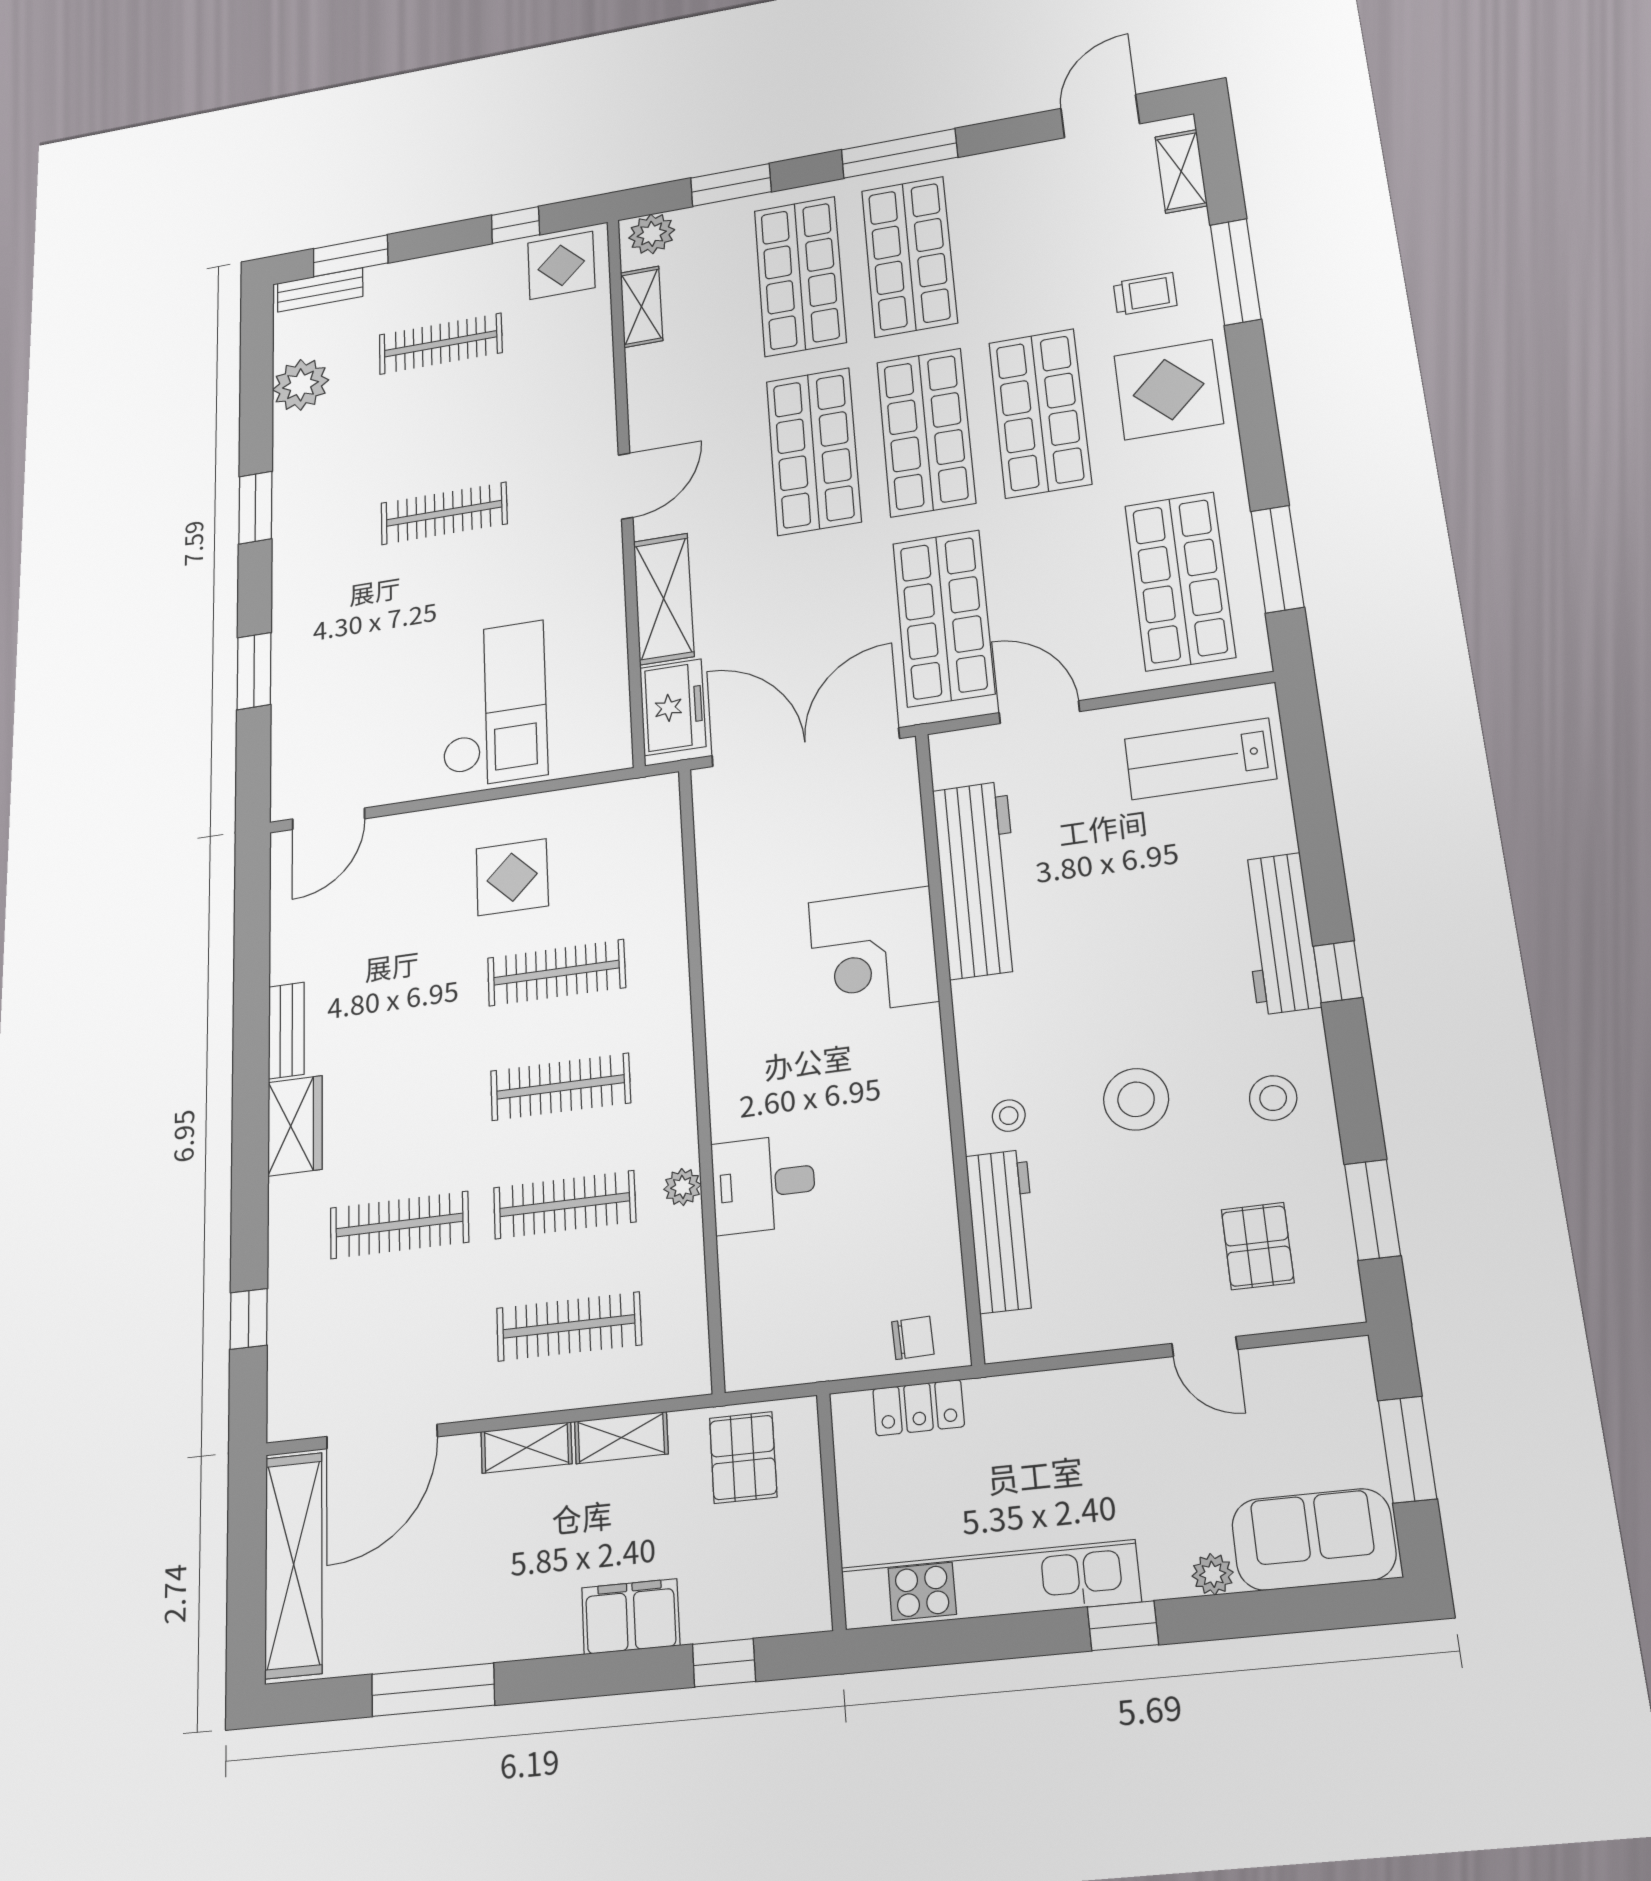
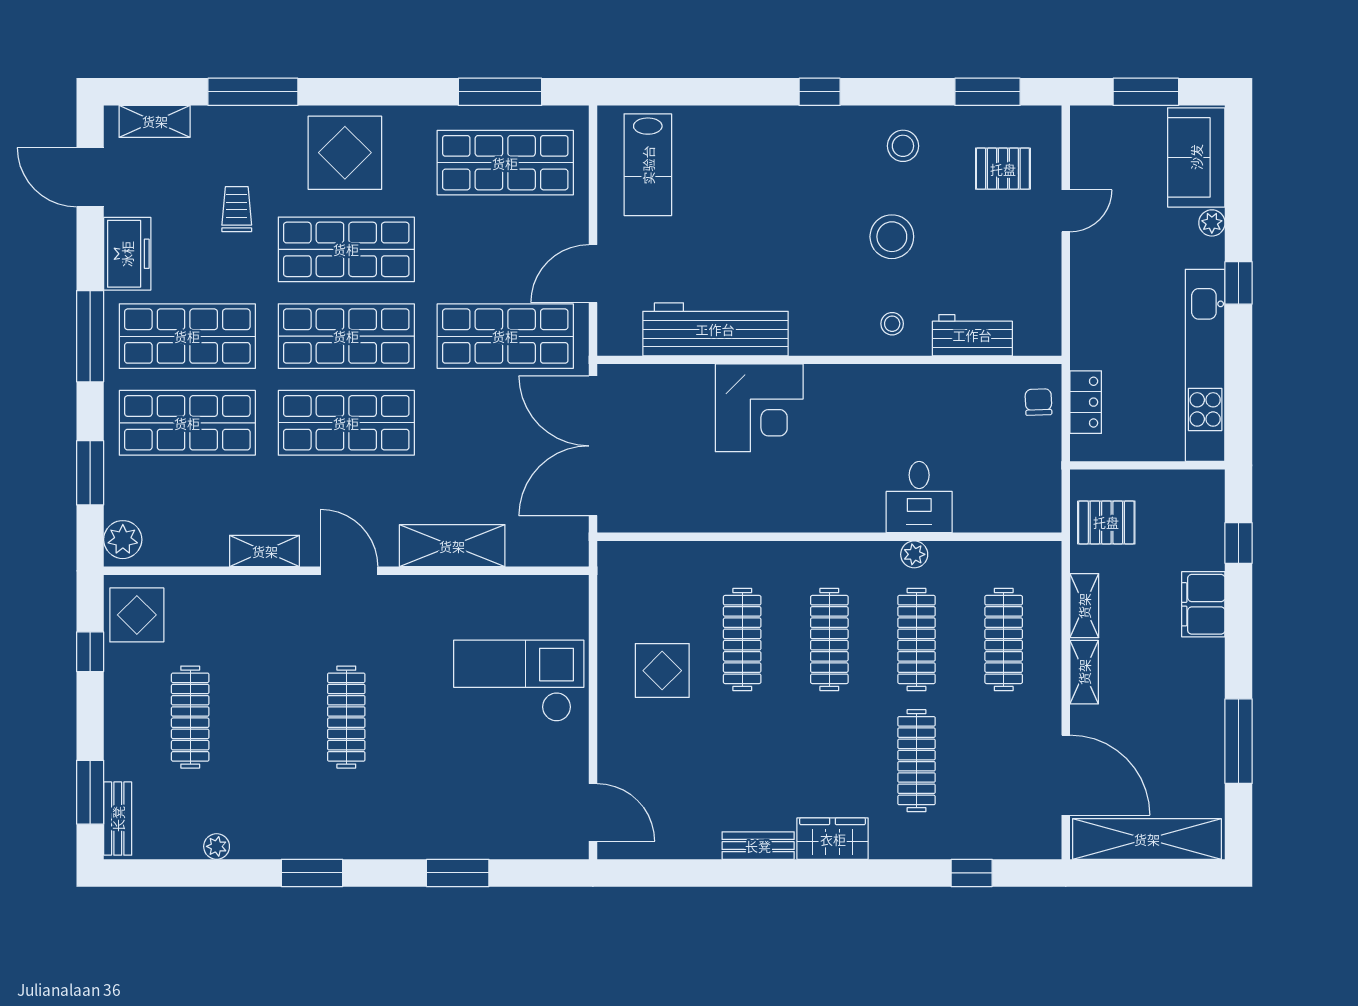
trolley: (1145, 294) -> (237, 209), moved
shelving: (641, 307) -> (265, 551), moved
plant: (301, 385) -> (217, 846), width x0.53, depth x0.53
freezer: (673, 707) -> (127, 254), moved, turned 90
workbench: (1279, 933) -> (786, 127), removed
workbench: (1003, 1231) -> (972, 335), width x0.73

